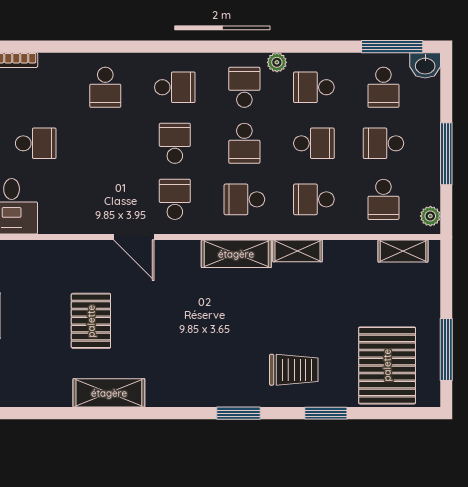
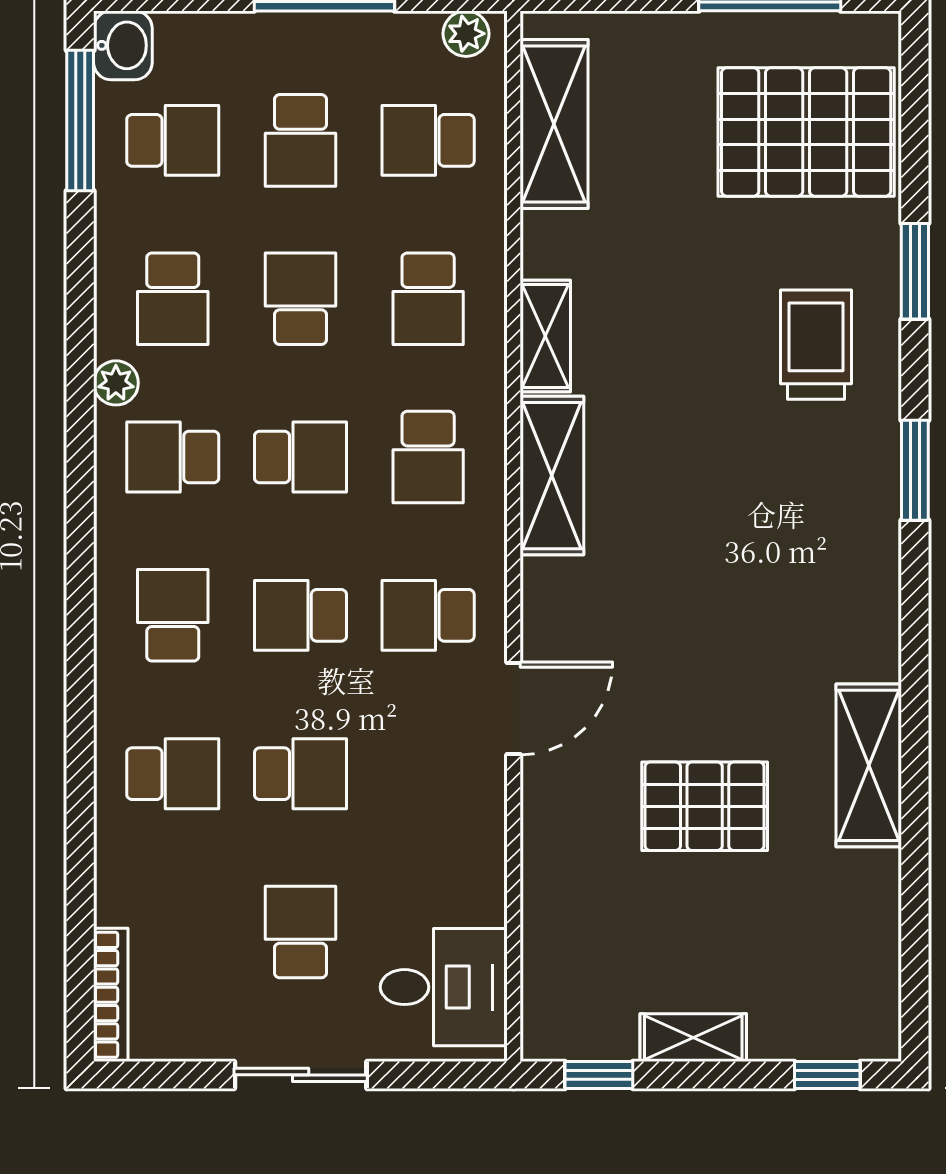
school desk: (105, 143) -> (300, 774), added
school desk: (383, 199) -> (428, 140), turned 180
shelving: (403, 251) -> (554, 124), width x1.50, depth x1.33

